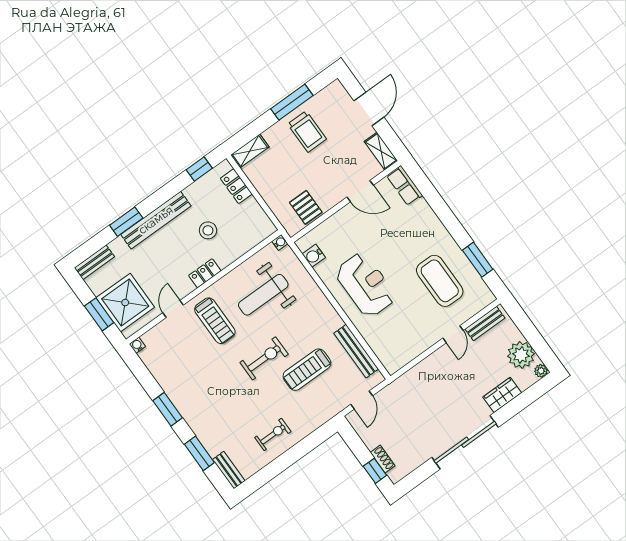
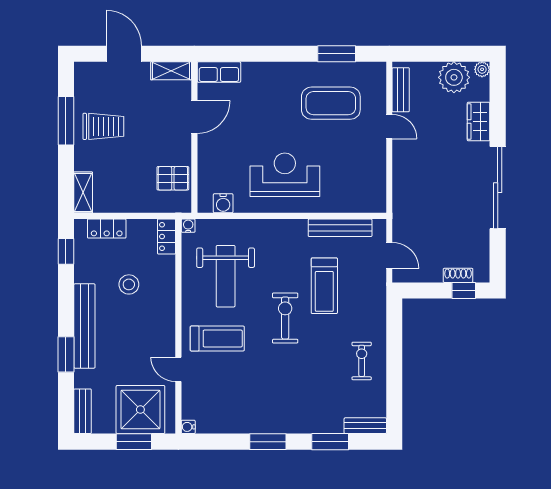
locker: (205, 273) -> (166, 237), moved

